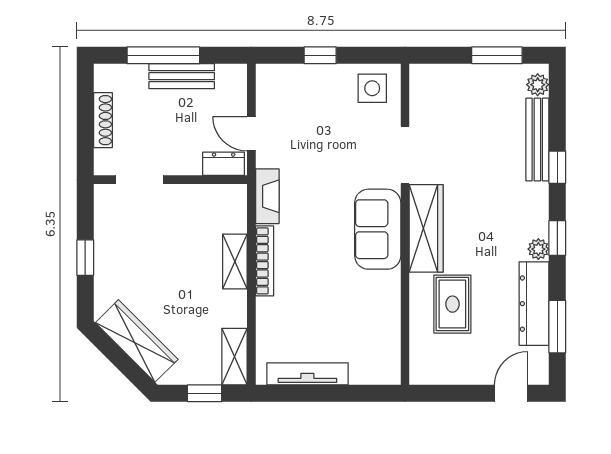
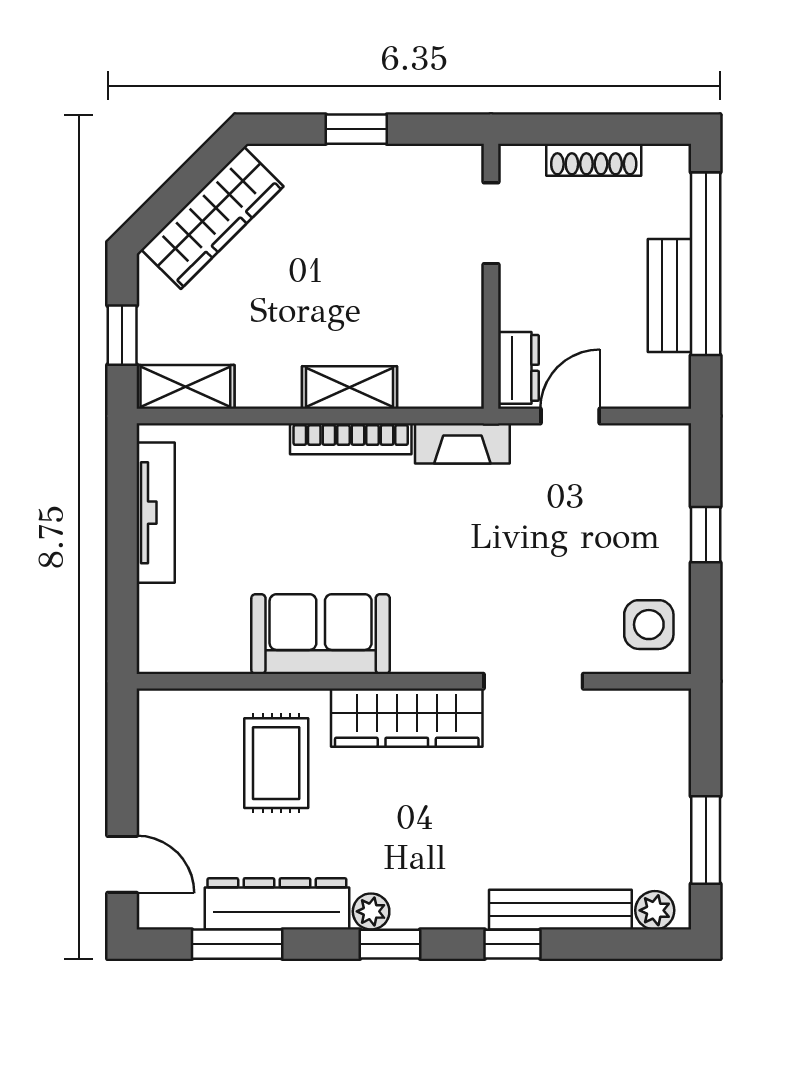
window: (163, 55) -> (706, 264), width x1.46
sofa: (378, 229) -> (321, 634), moved
rug: (452, 304) -> (276, 763), turned 90

